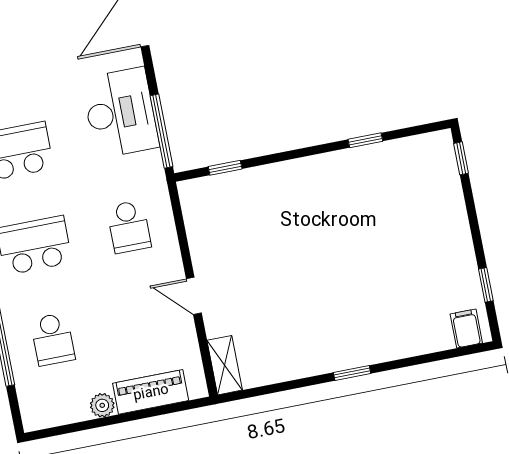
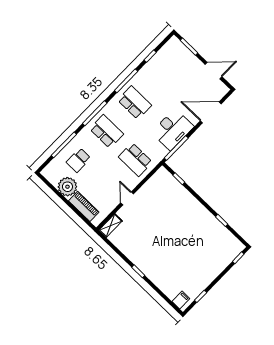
school desk: (129, 227) -> (135, 160), width x1.85
plant: (102, 405) -> (67, 187), width x1.88, depth x1.88

